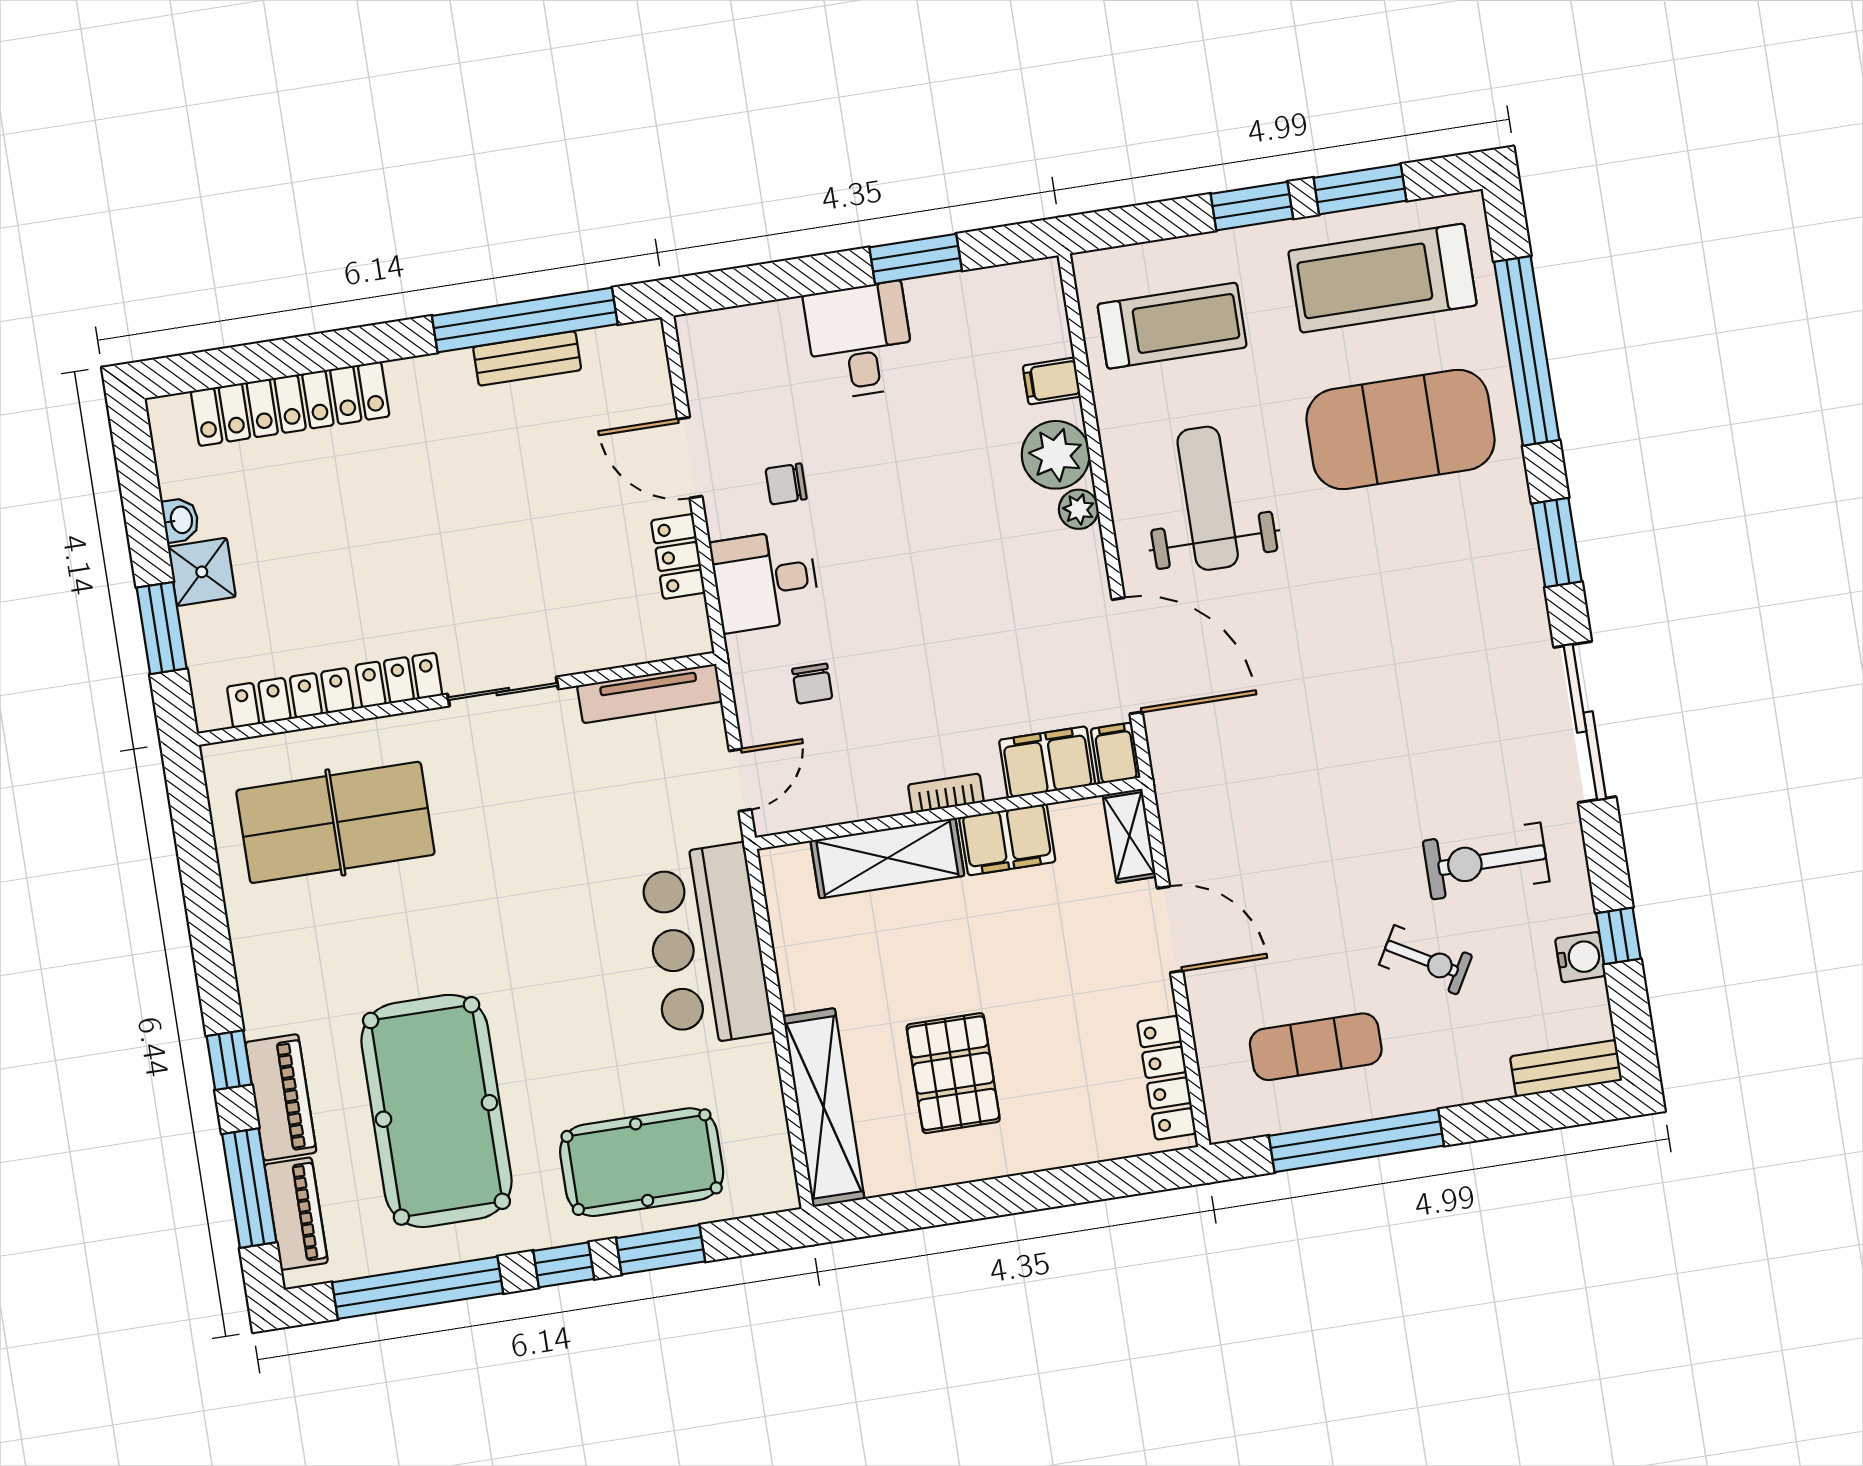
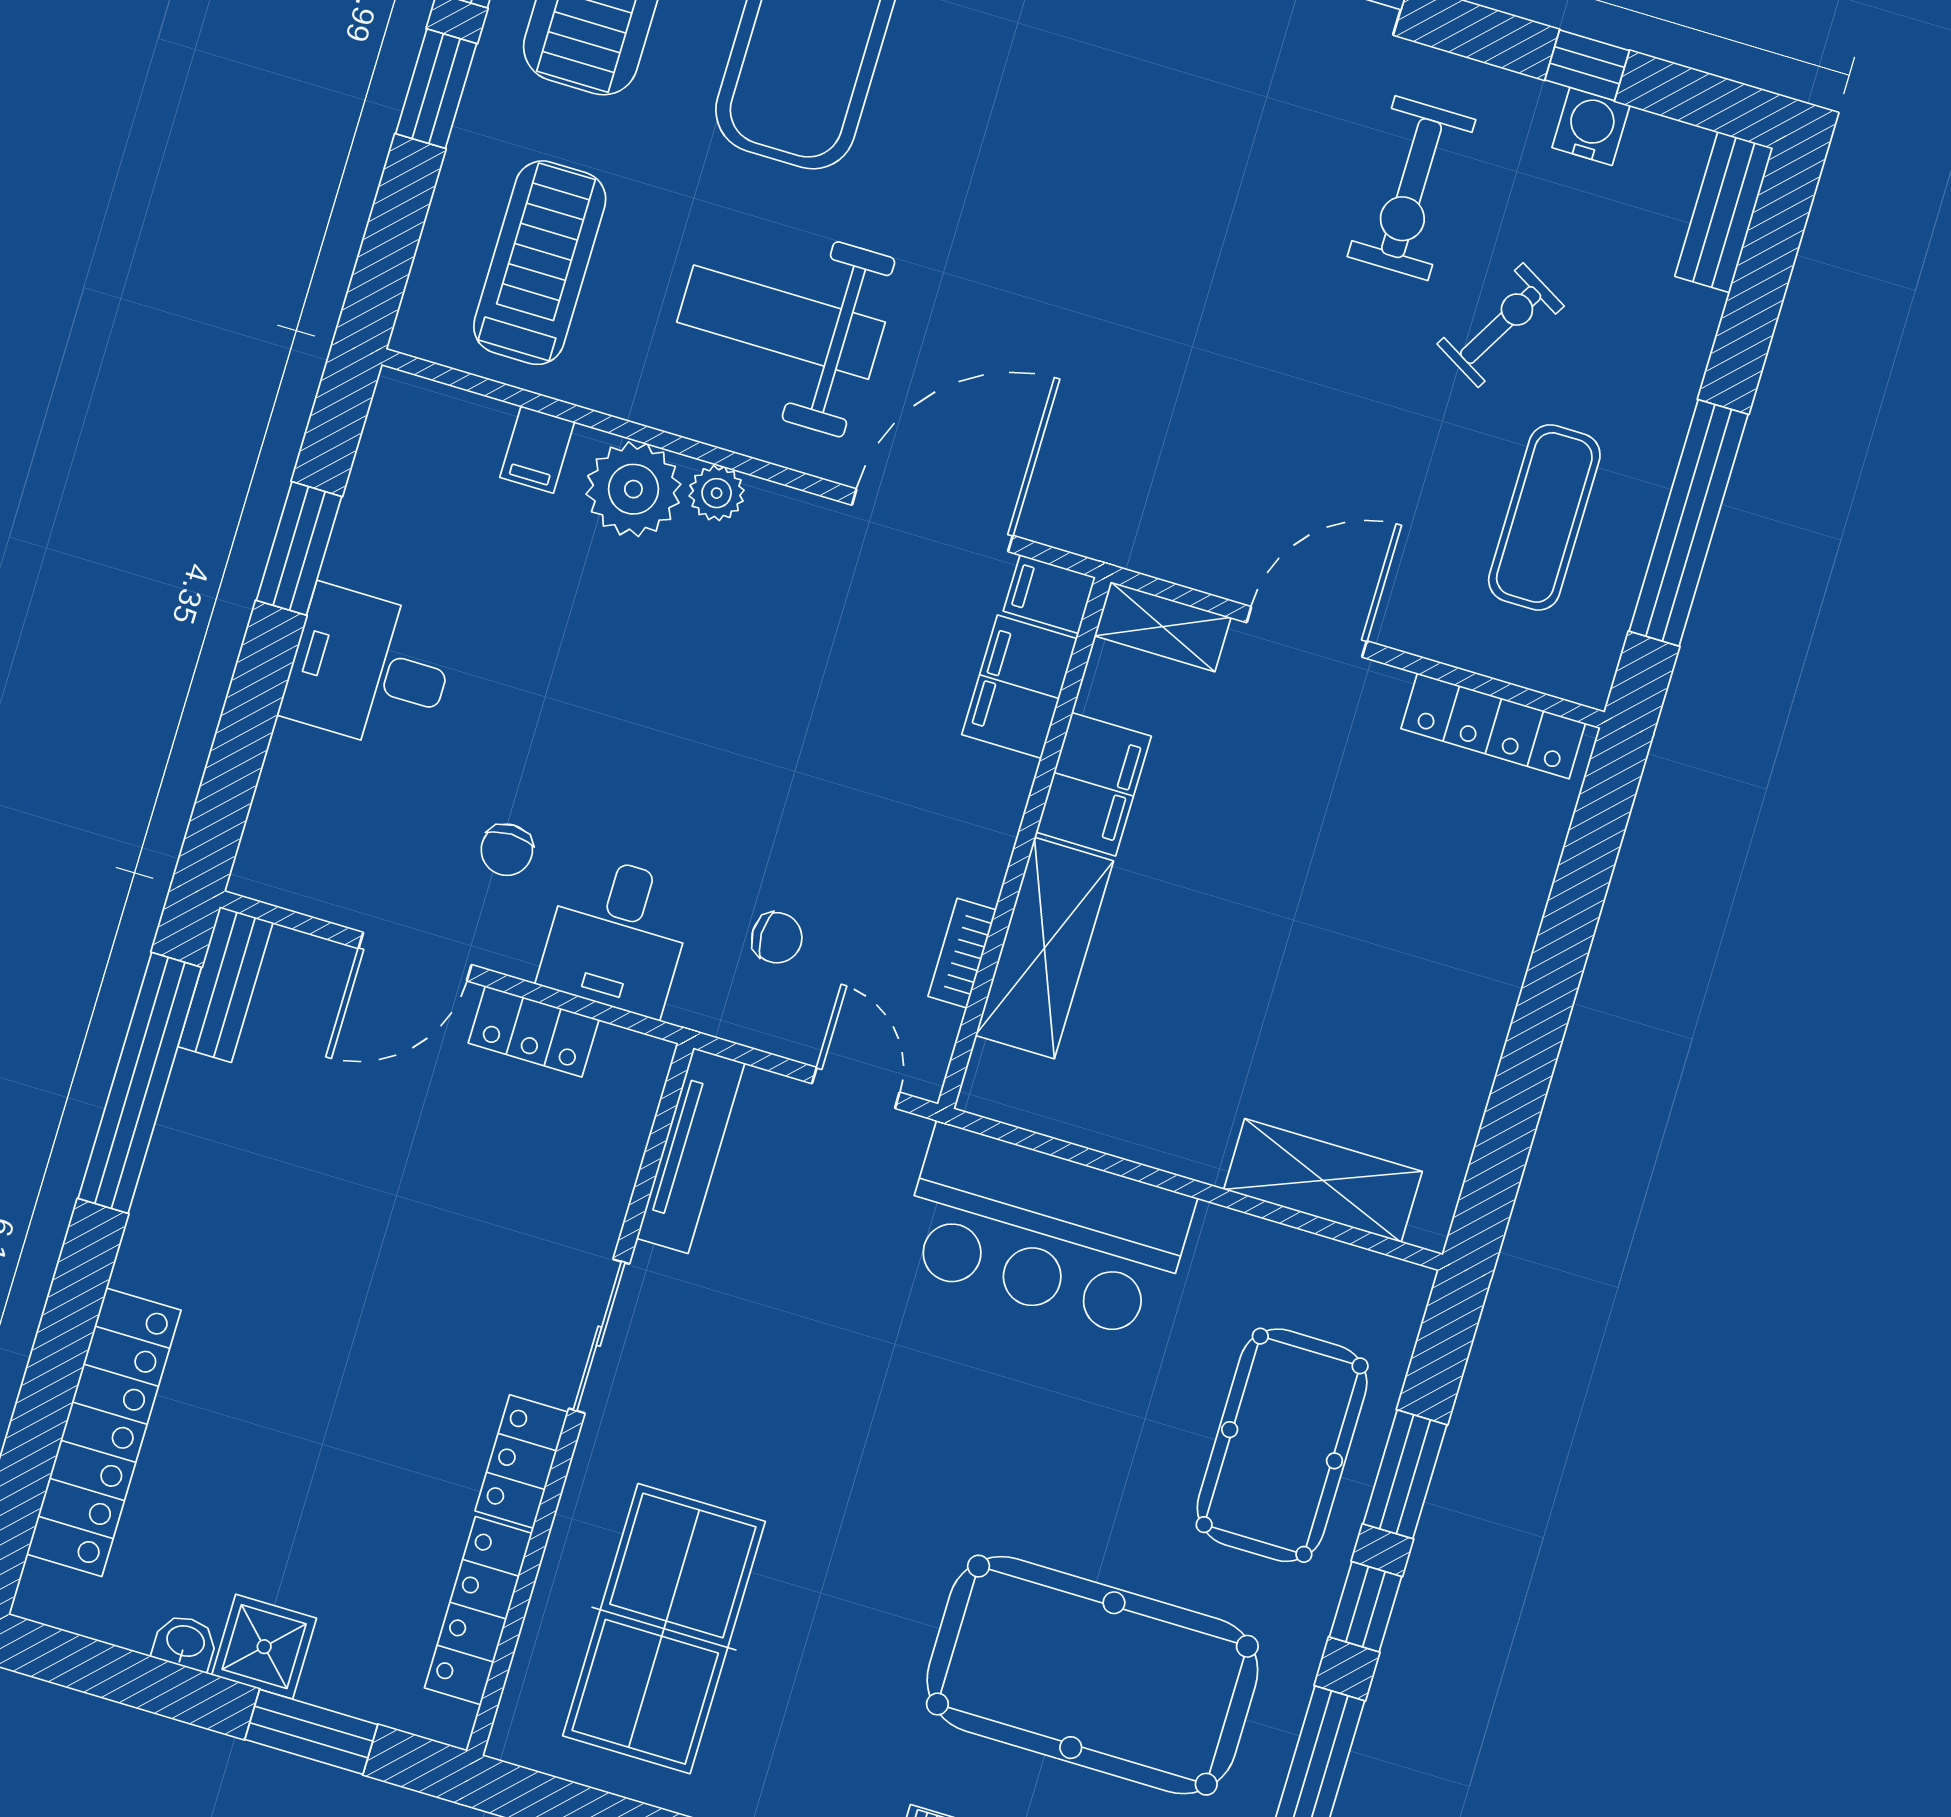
bench: (527, 358) -> (225, 984), moved
bookcase: (946, 793) -> (962, 953), moved
pallet: (953, 1073) -> (1358, 995), removed
shelving: (824, 1107) -> (1323, 1180), width x0.68

